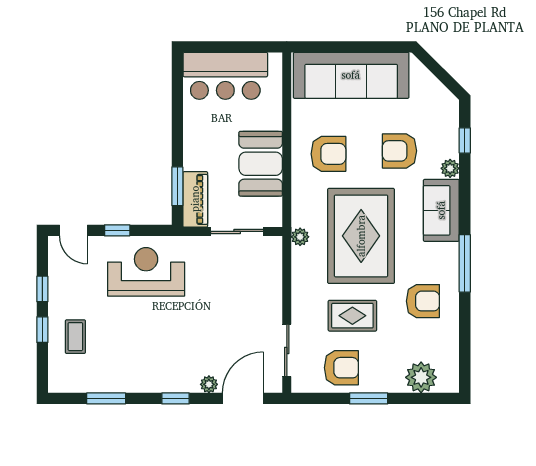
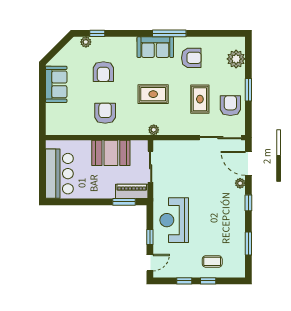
sofa: (351, 75) -> (56, 84), width x0.54, depth x0.79
plant: (450, 168) -> (86, 42), moved
sofa: (441, 210) -> (155, 47), moved
rug: (361, 236) -> (153, 94), width x0.54, depth x0.49
armchair: (423, 301) -> (191, 58), turned 90
sliding door: (287, 350) -> (220, 138), width x1.37

